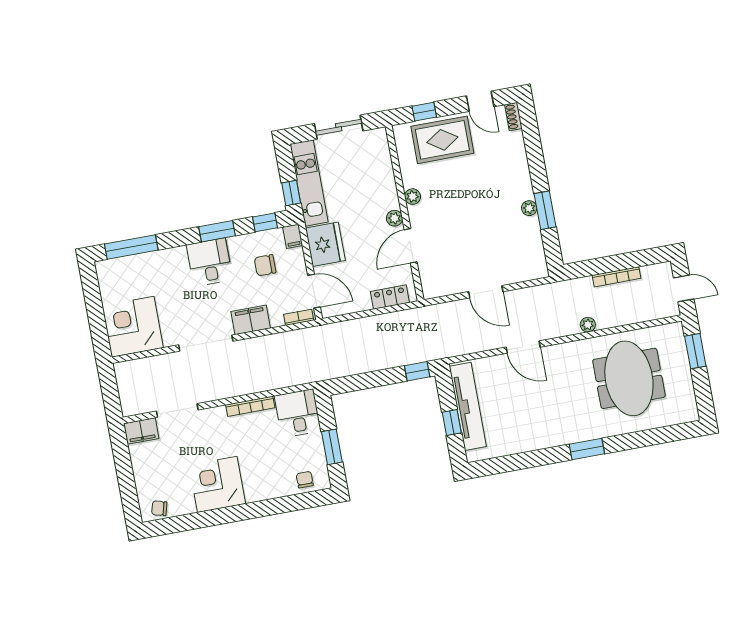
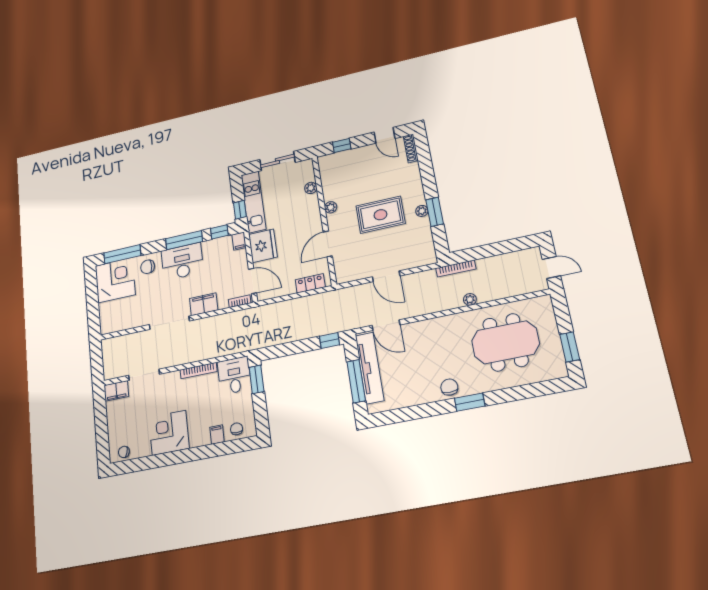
shoe rack: (513, 117) -> (411, 148), width x1.43
rug: (442, 140) -> (380, 215), moved
plant: (395, 218) -> (311, 188), moved
window: (217, 231) -> (184, 240), width x1.44
desk: (210, 262) -> (182, 262), width x1.37
chair: (265, 265) -> (148, 267), moved
bookcase: (616, 277) -> (456, 269), moved
corner desk: (133, 327) -> (115, 280), moved, turned 90
door: (523, 347) -> (386, 325), moved
window: (695, 351) -> (570, 347), moved
meeting table: (629, 378) -> (505, 342), turned 90
window: (452, 422) -> (356, 381), width x2.17
chair: (563, 431) -> (449, 387), added
window: (332, 447) -> (257, 379), moved
filing cabinet: (280, 487) -> (217, 435), added

